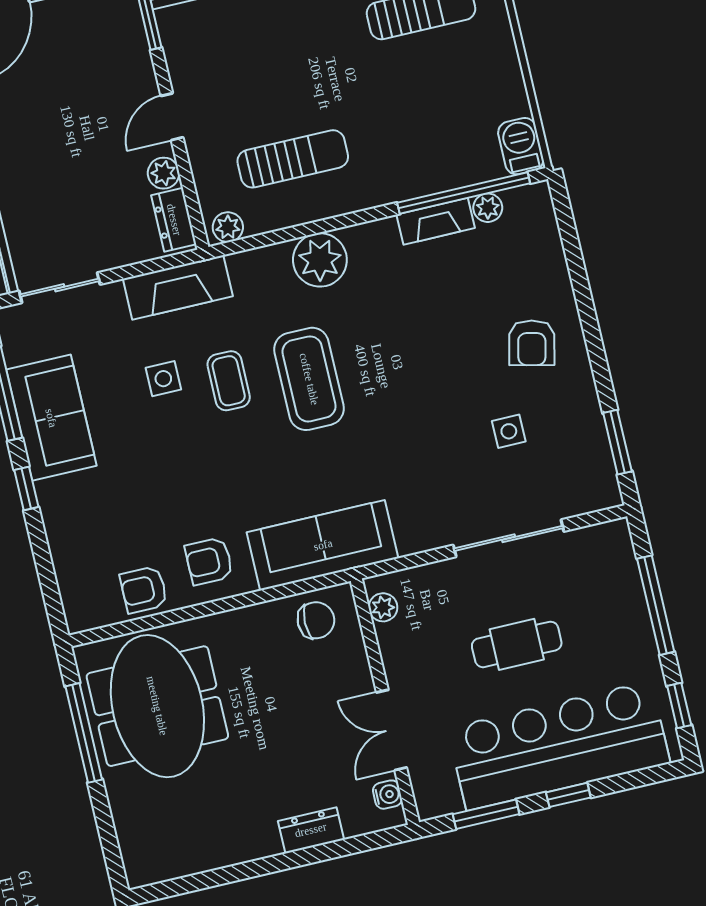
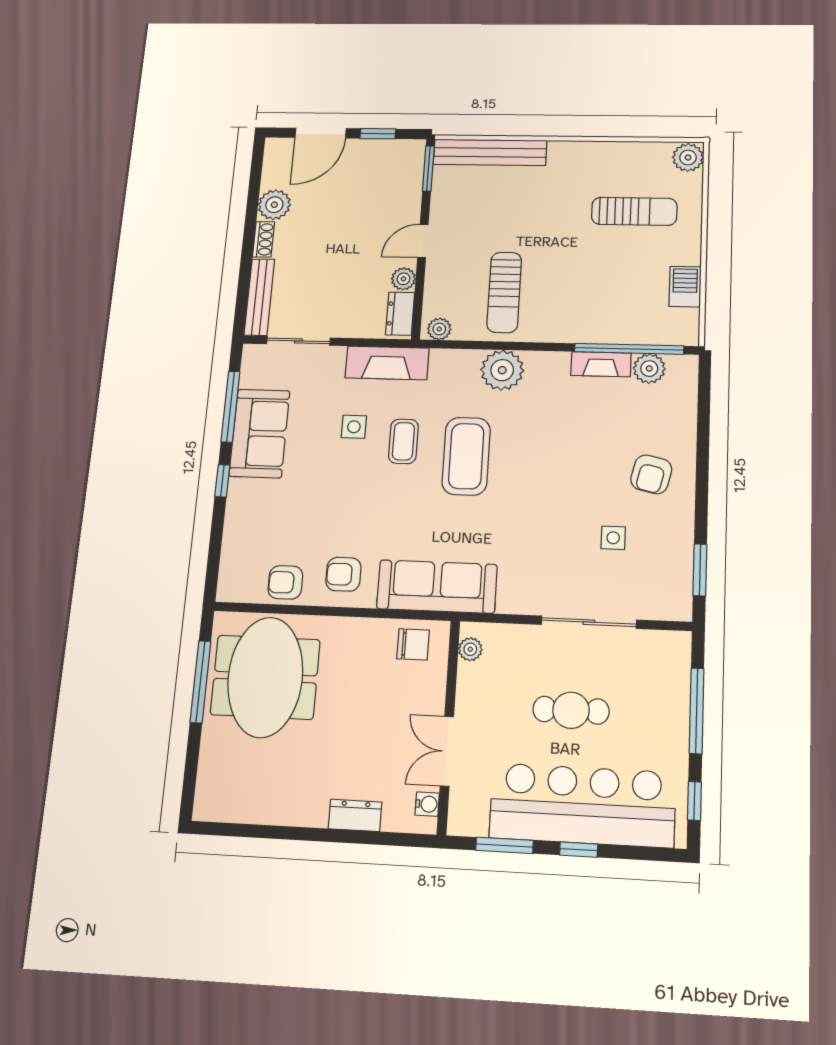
barbecue: (521, 146) -> (685, 287), moved
sun lounger: (293, 159) -> (504, 292), turned 90
plant: (488, 208) -> (649, 369), width x1.38, depth x1.38

